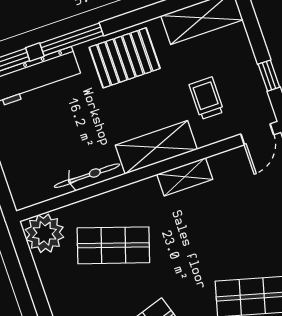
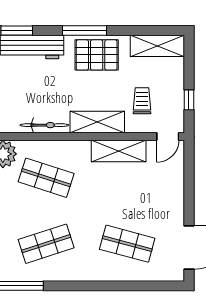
window: (72, 39) -> (85, 30), moved
shelving: (185, 177) -> (119, 151), width x1.50, depth x1.33

